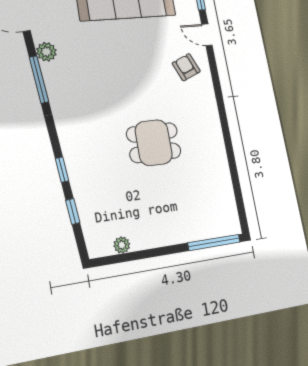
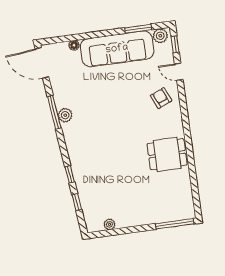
plant: (46, 52) -> (65, 115), moved
dining table: (154, 143) -> (167, 154), moved

